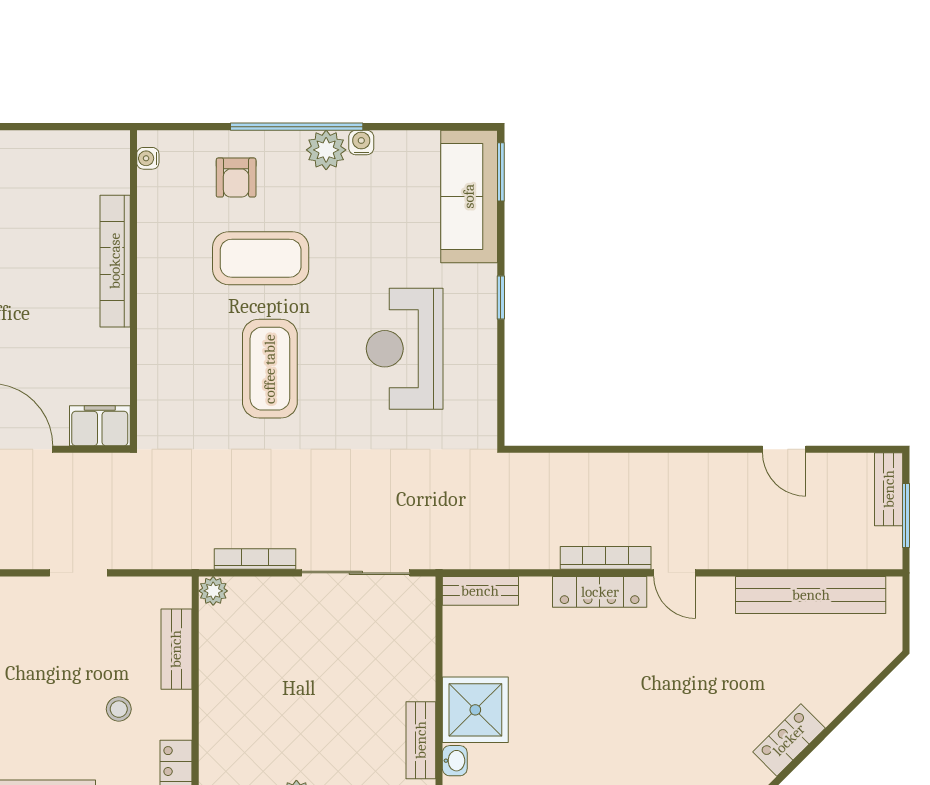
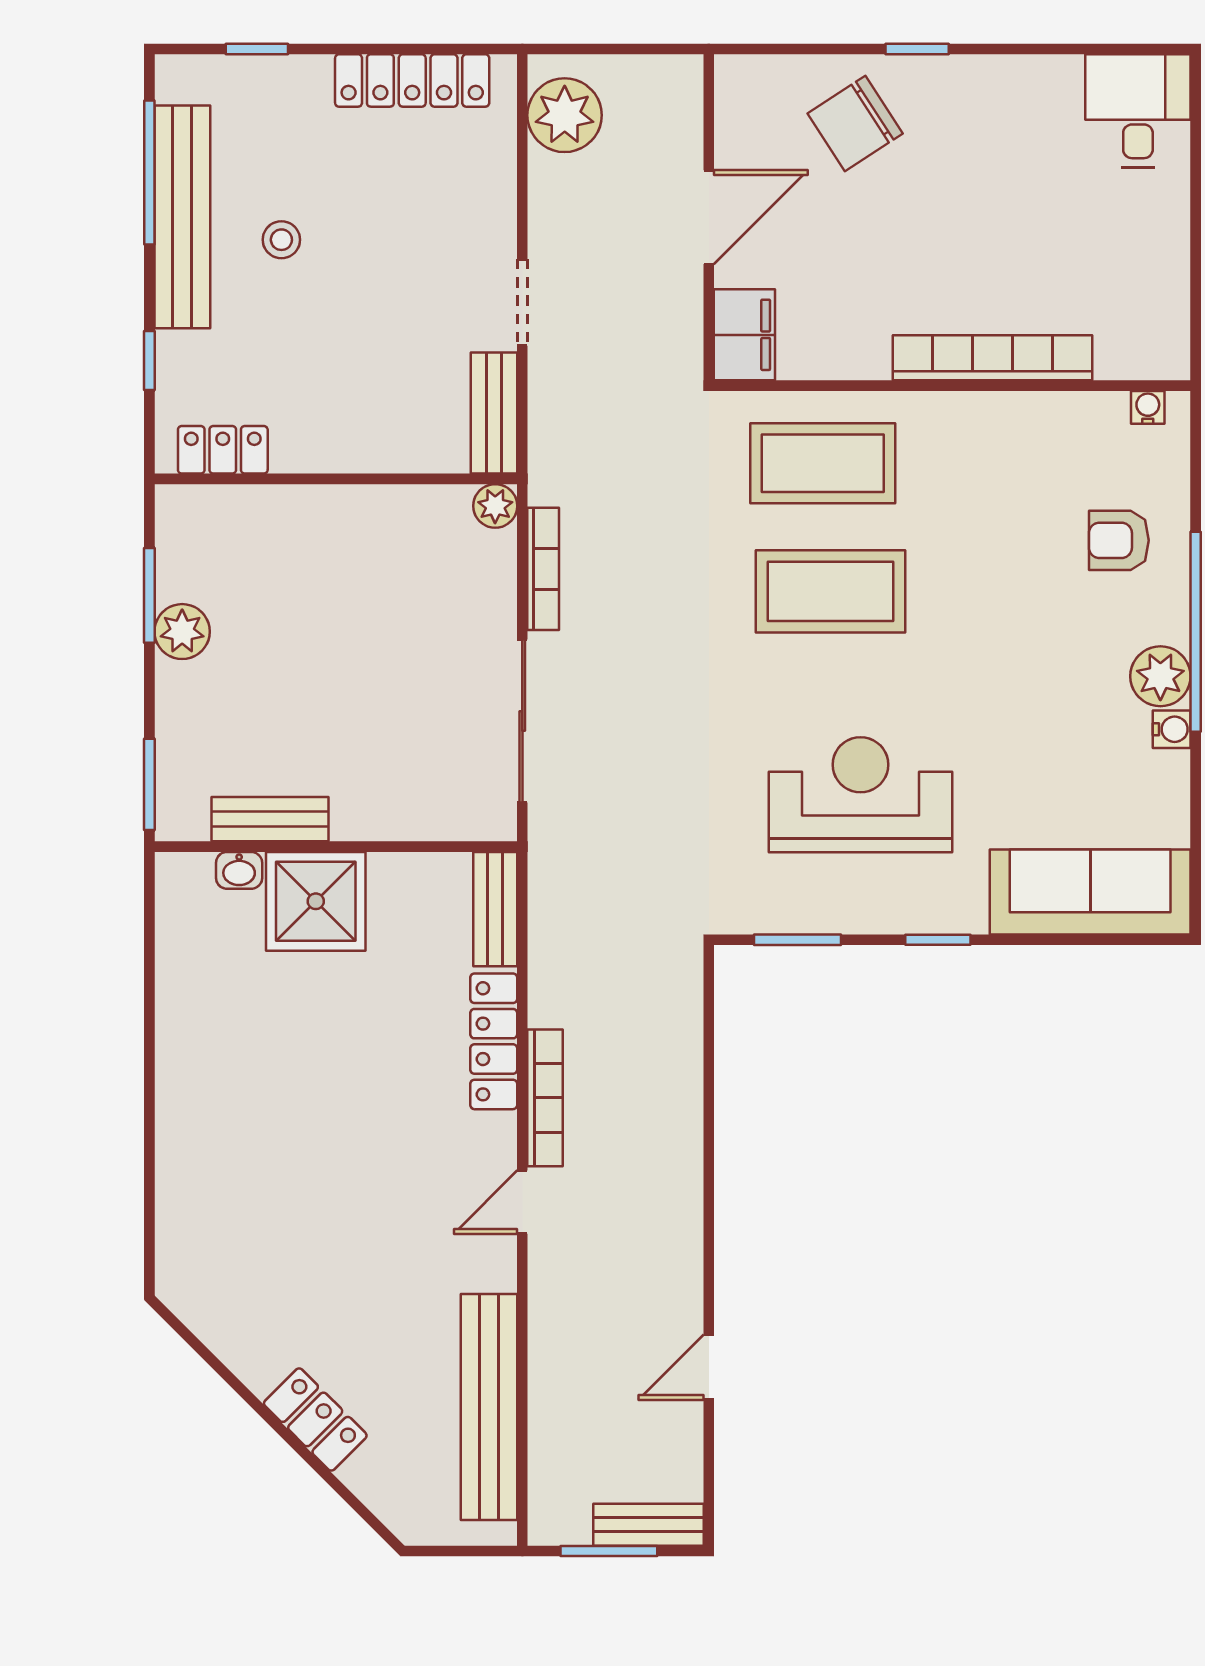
window: (501, 172) -> (798, 940), moved
coffee table: (261, 258) -> (823, 463), moved, turned 90
locker: (600, 592) -> (494, 1041), moved
bench: (176, 649) -> (494, 413), moved, turned 90
stool: (119, 709) -> (281, 240), moved
locker: (789, 740) -> (315, 1419), moved

